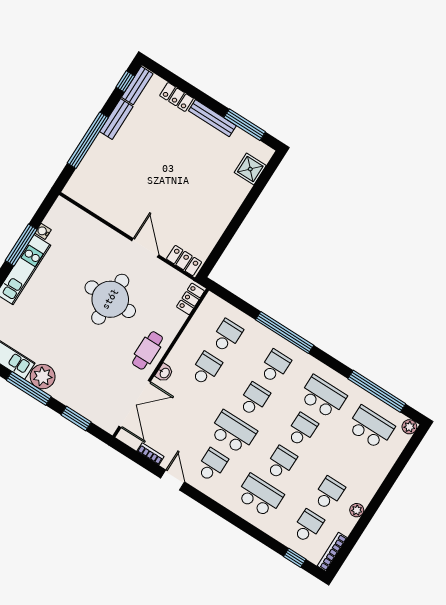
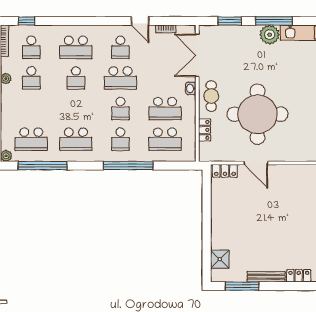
round table: (110, 299) -> (257, 114), width x1.36, depth x1.36
locker: (190, 299) -> (205, 130), moved
school desk: (227, 336) -> (165, 139), width x1.85
school desk: (206, 369) -> (165, 109), width x1.85
school desk: (302, 430) -> (76, 109), removed

